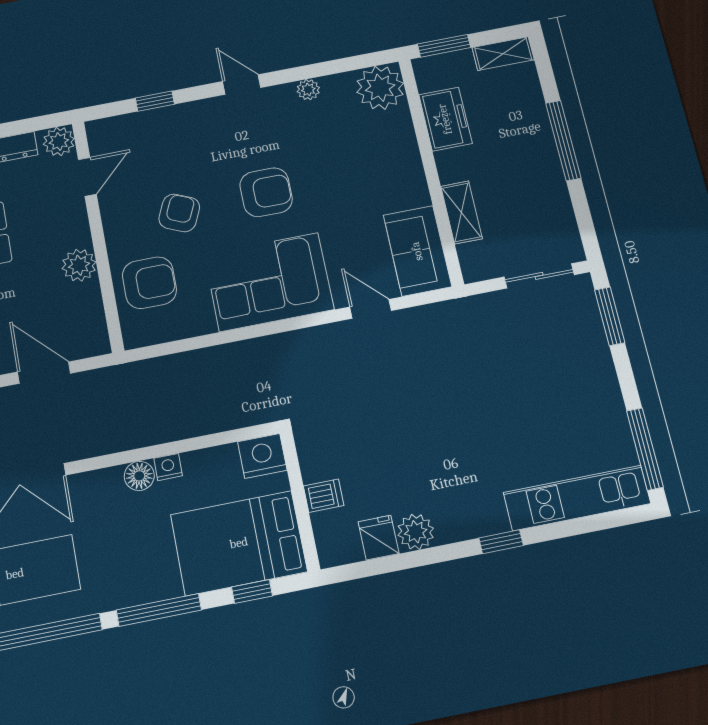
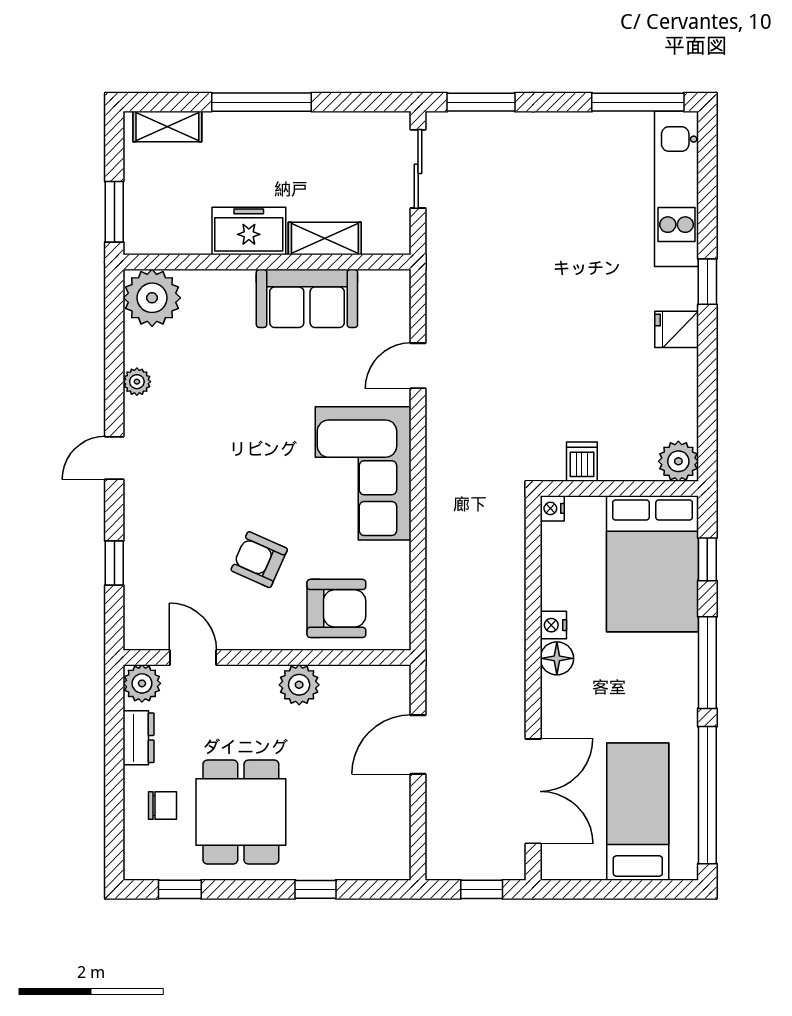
shelving: (503, 54) -> (167, 126), moved, turned 90
freezer: (445, 119) -> (249, 231), moved
armchair: (266, 192) -> (254, 456), removed
sofa: (417, 251) -> (307, 298), moved
armchair: (149, 283) -> (336, 608), turned 90
nightstand: (262, 456) -> (552, 508), width x0.53, depth x0.56
dishwasher: (324, 496) -> (582, 462), moved
plant: (416, 532) -> (678, 461), moved
fridge: (379, 538) -> (677, 329), moved

